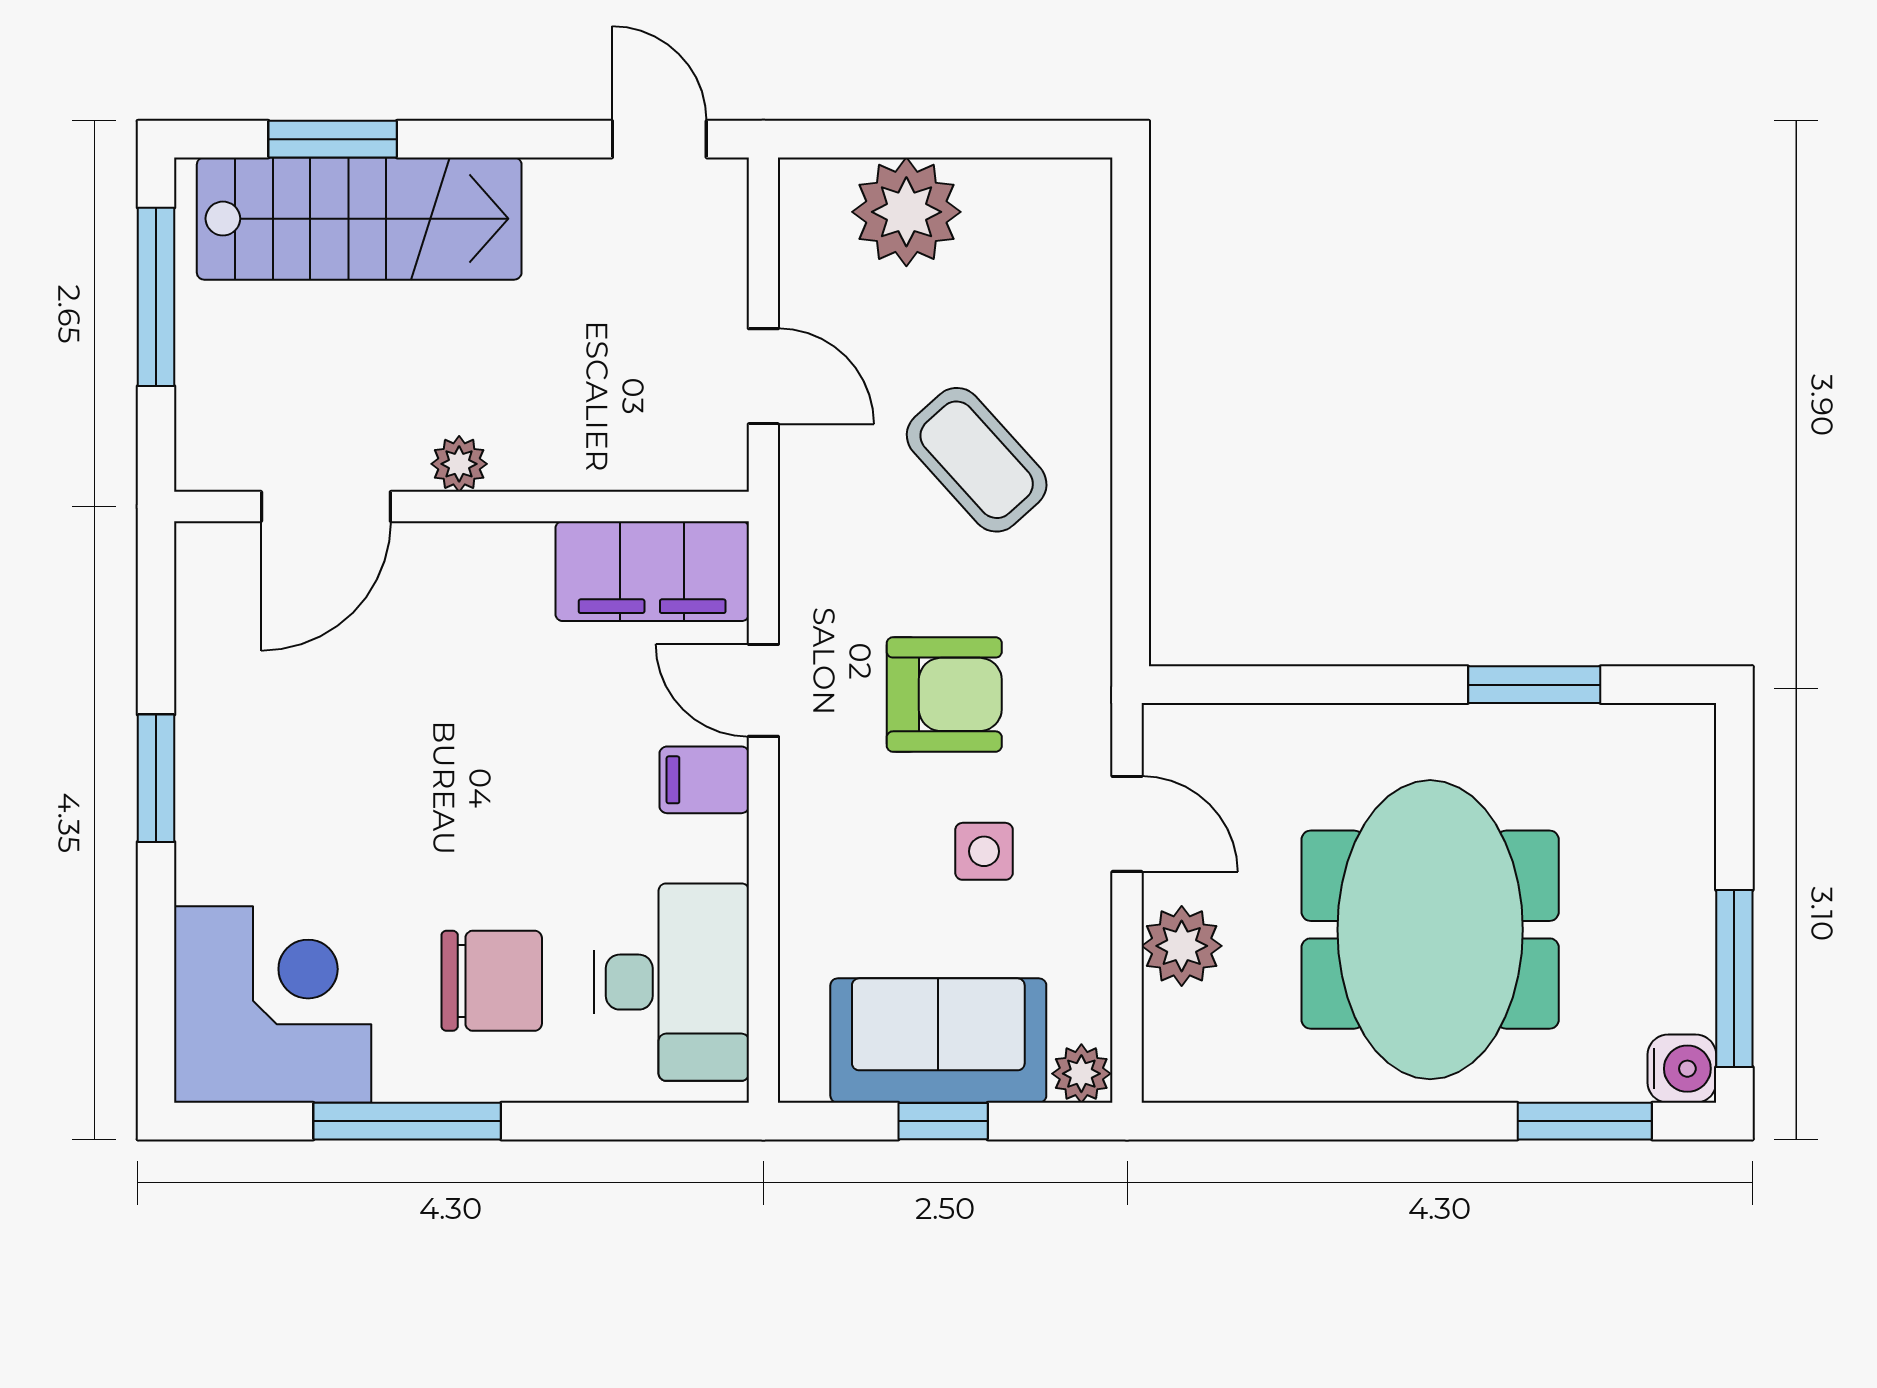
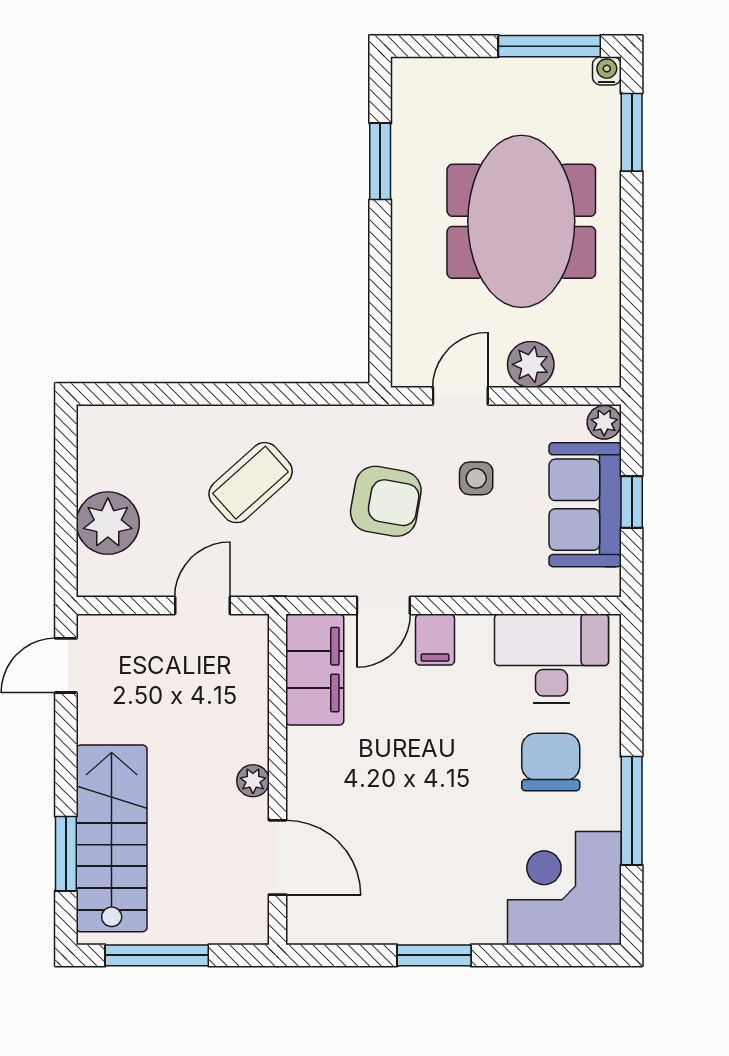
armchair: (944, 694) -> (386, 501), turned 100
meeting table: (1430, 930) -> (521, 221), turned 90
water cooler: (1682, 1069) -> (607, 71), width x0.72, depth x0.72

